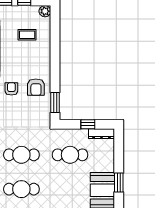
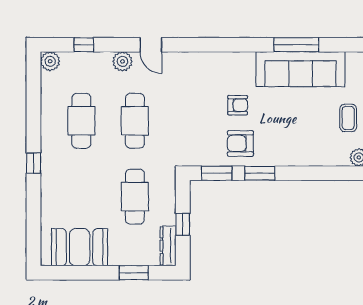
coffee table: (27, 35) -> (348, 118), moved
window: (55, 75) -> (260, 173), added
window: (119, 182) -> (134, 273), moved

